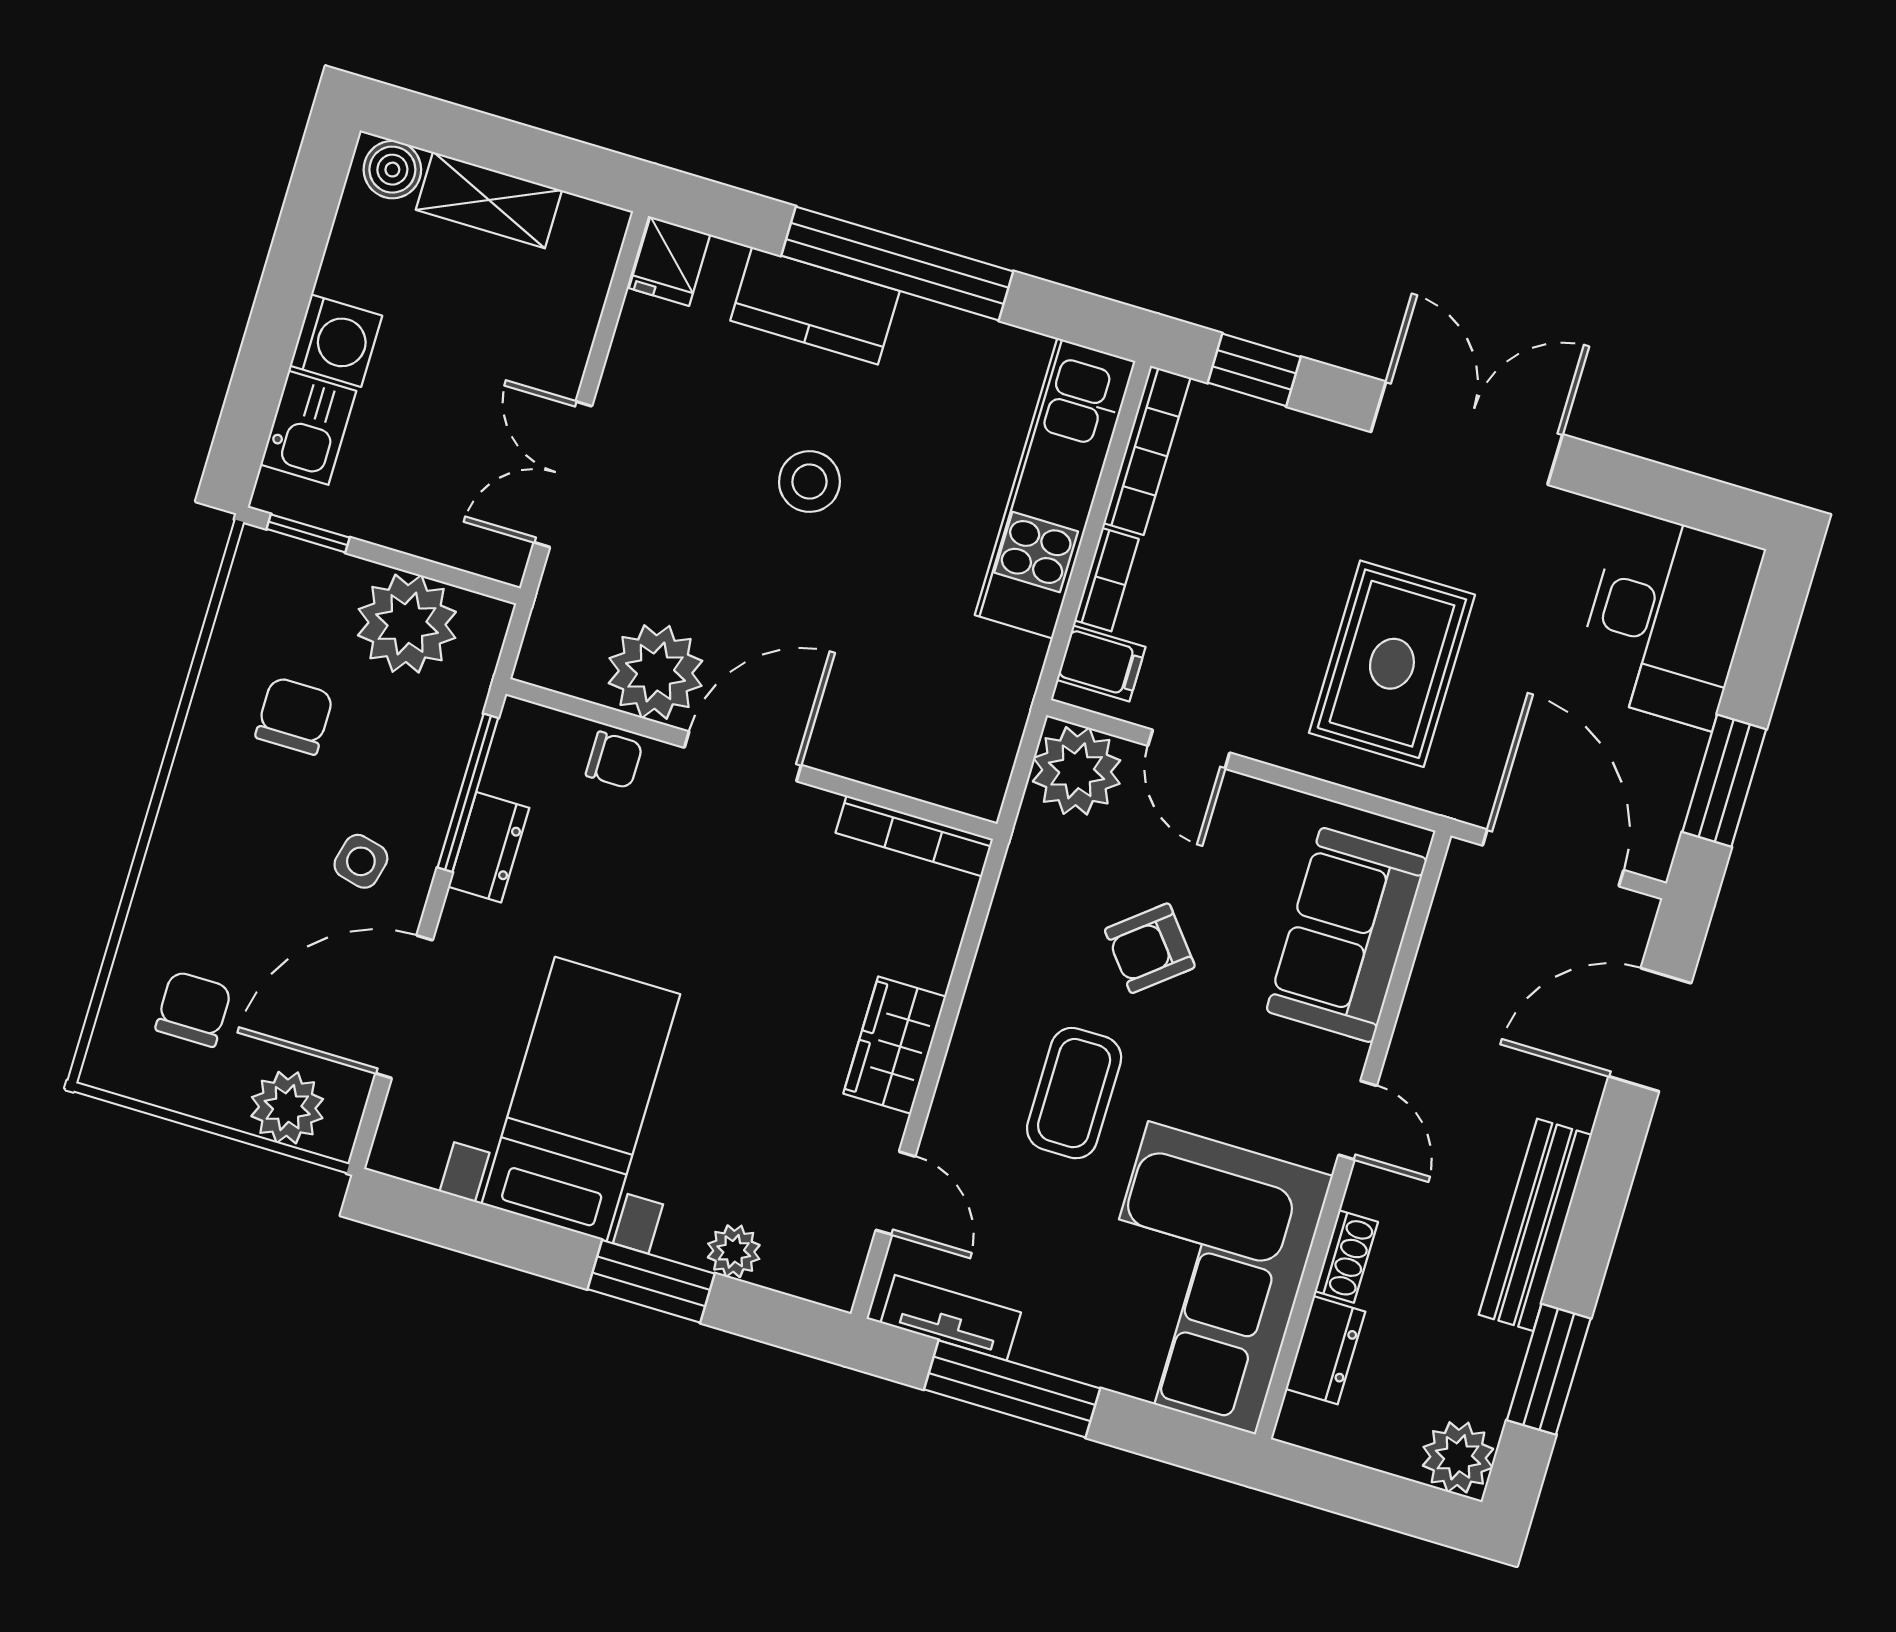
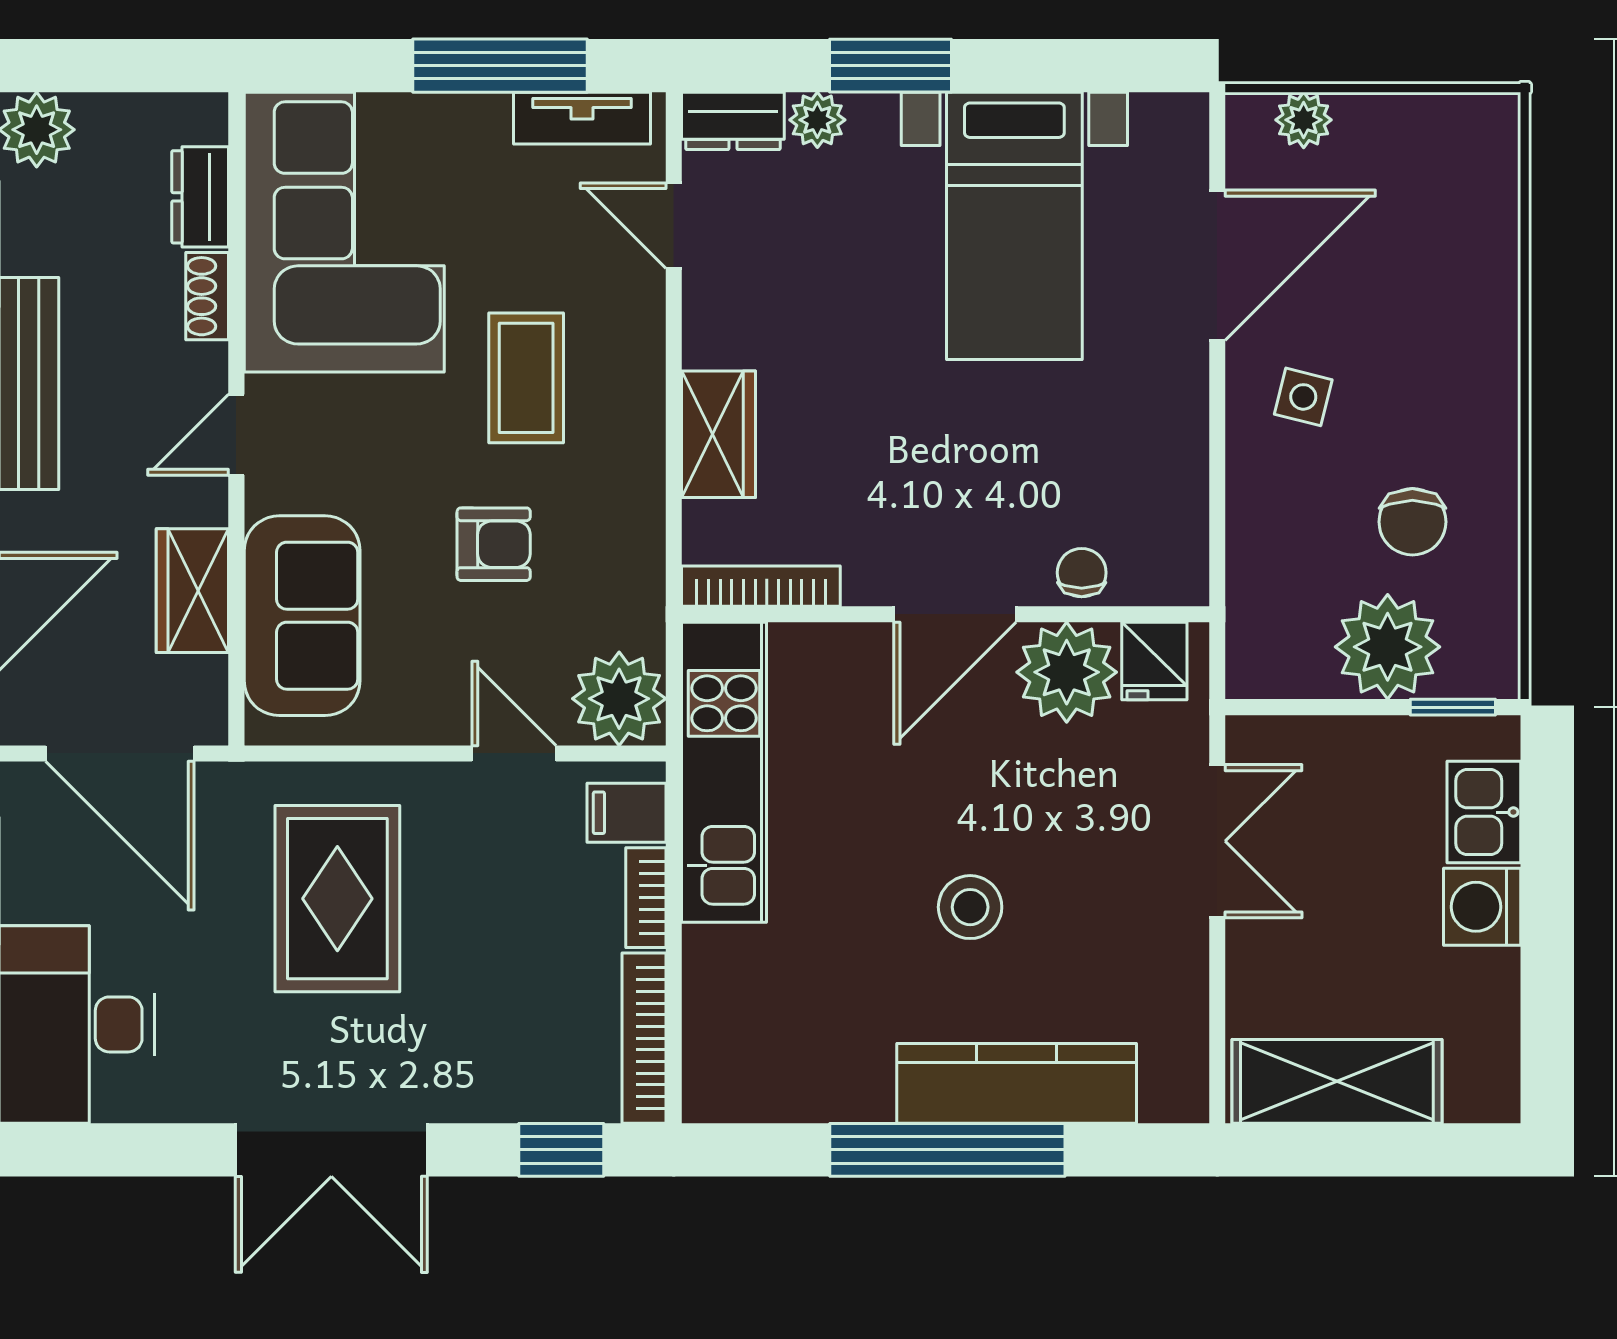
boiler: (392, 170) -> (1477, 1093), removed
shelving: (489, 200) -> (1337, 1081), width x1.50, depth x1.33
fridge: (670, 261) -> (1154, 661), moved, turned 180
kitchen counter: (815, 306) -> (1017, 1083), width x1.50
kitchen unit: (1055, 488) -> (724, 772), moved
plant: (407, 624) -> (1388, 647), moved
chair: (614, 760) -> (1082, 573), turned 90
window: (468, 793) -> (1217, 497), removed
dresser: (489, 847) -> (733, 121), moved, turned -90
armchair: (1150, 948) -> (494, 544), turned 39
wardrobe: (1441, 988) -> (192, 591), added
chair: (193, 1009) -> (1426, 201), removed
wardrobe: (895, 1045) -> (718, 434), moved
plant: (287, 1108) -> (1304, 120), width x0.73, depth x0.73
door: (1358, 1120) -> (236, 435), hinge flipped

